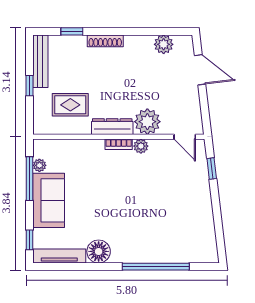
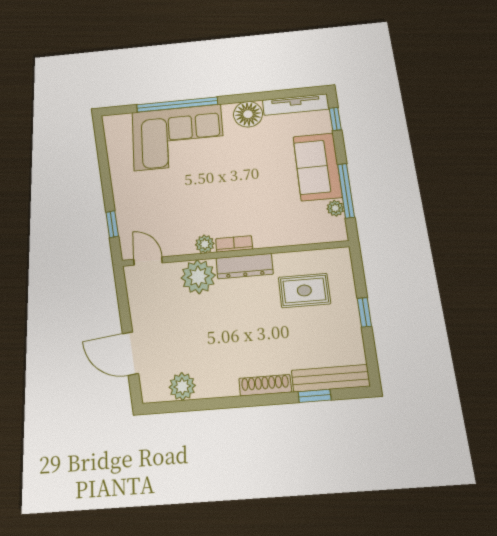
bench: (40, 61) -> (331, 378), moved, turned 90
corner sofa: (157, 237) -> (178, 137), added

